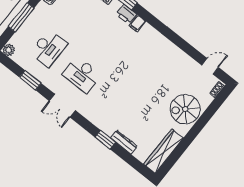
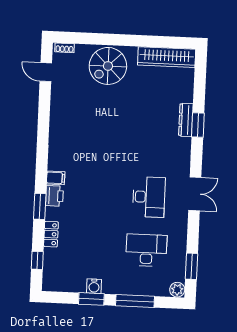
window: (30, 80) -> (191, 266), moved
spiral stairs: (185, 109) -> (108, 66), turned 90
dresser: (124, 142) -> (186, 120), moved

